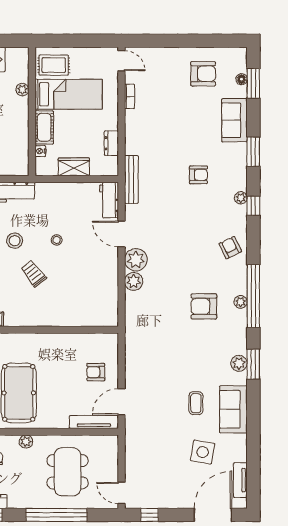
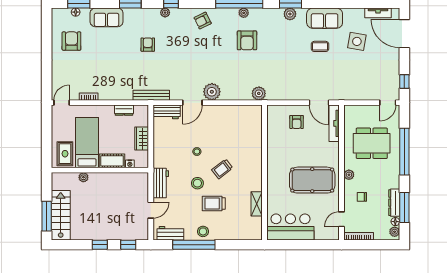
plant: (134, 281) -> (259, 93), moved

